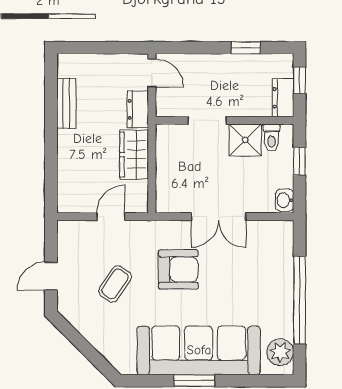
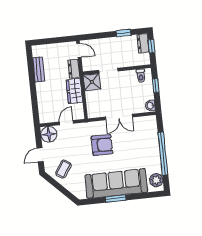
dresser: (283, 98) -> (143, 43), moved
shower: (245, 140) -> (92, 82), moved
floor lamp: (73, 236) -> (49, 134), added
coffee table: (115, 284) -> (63, 169), moved

